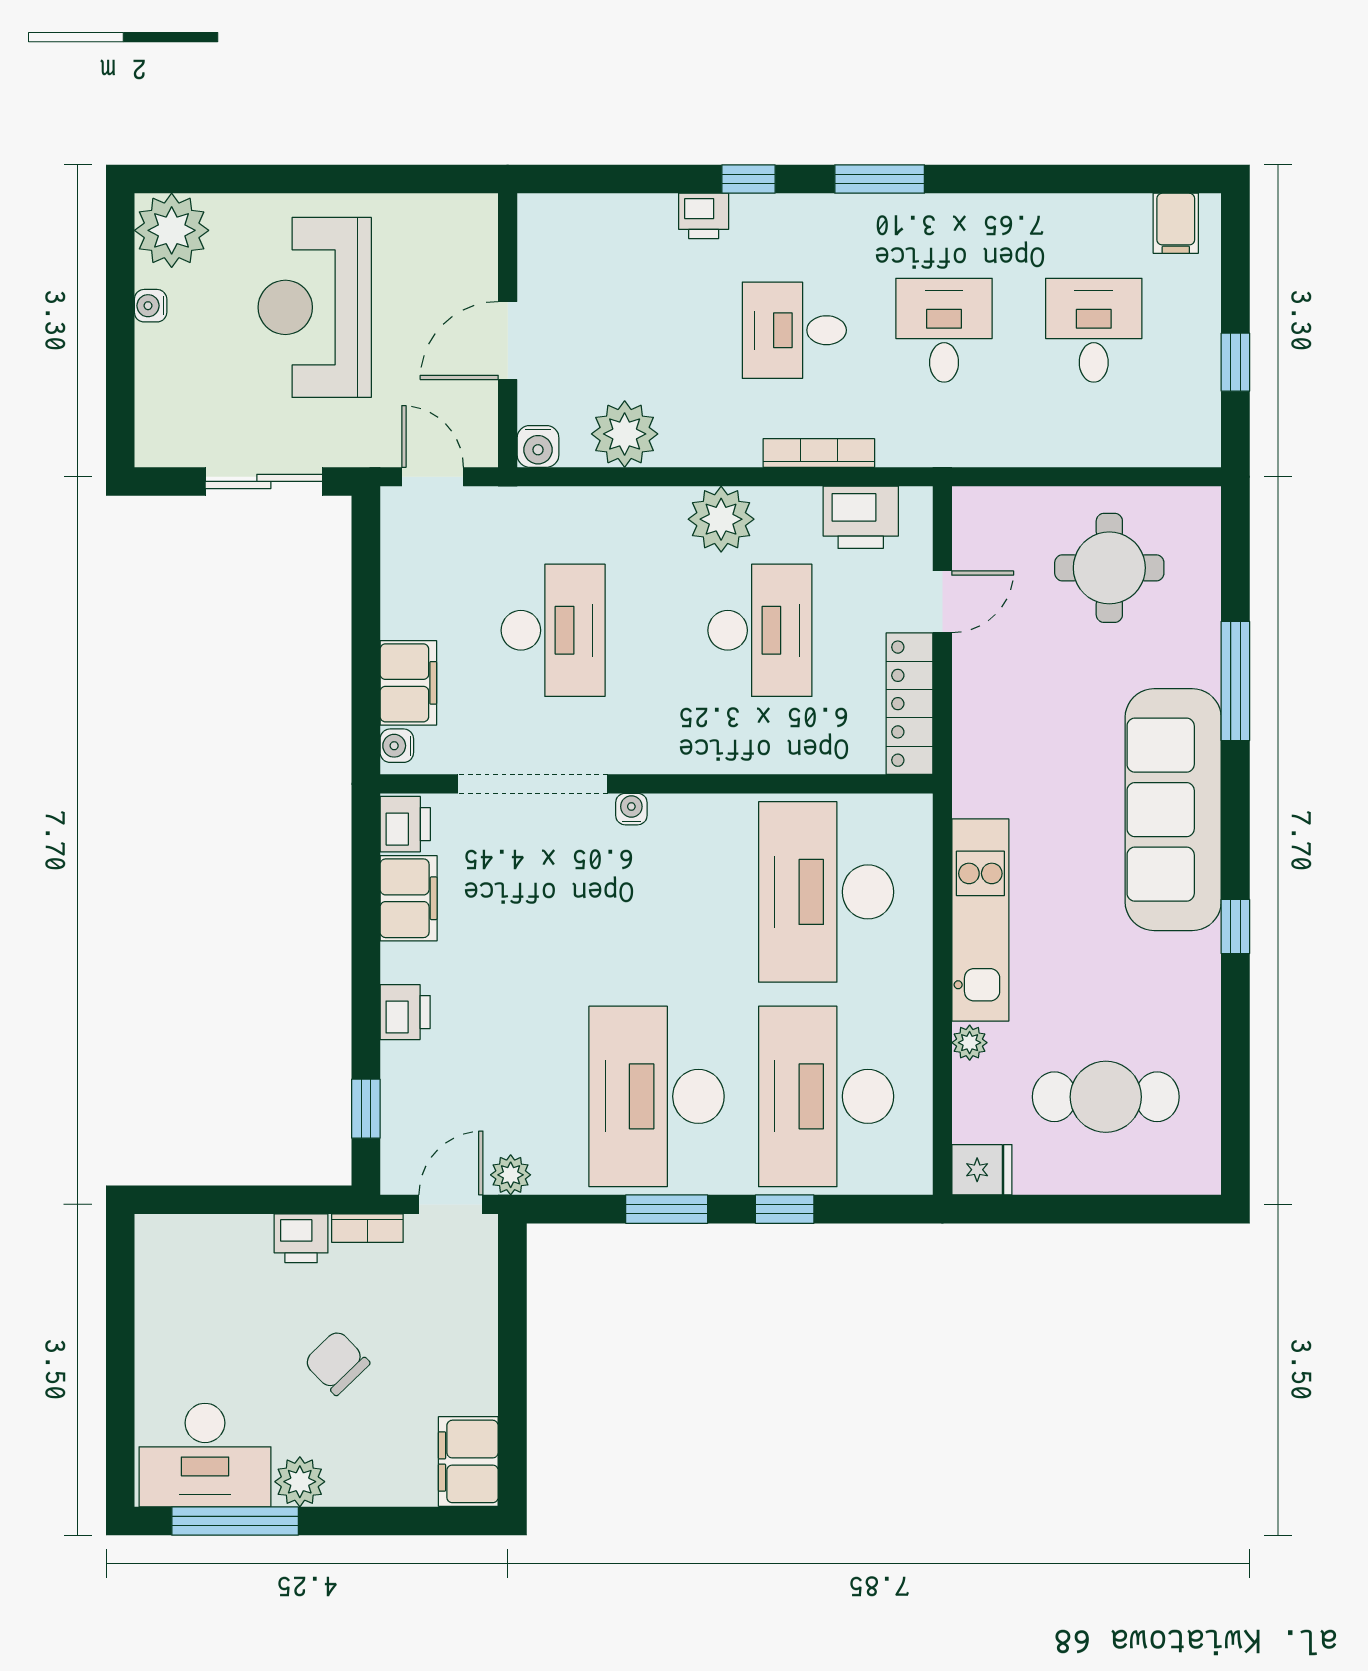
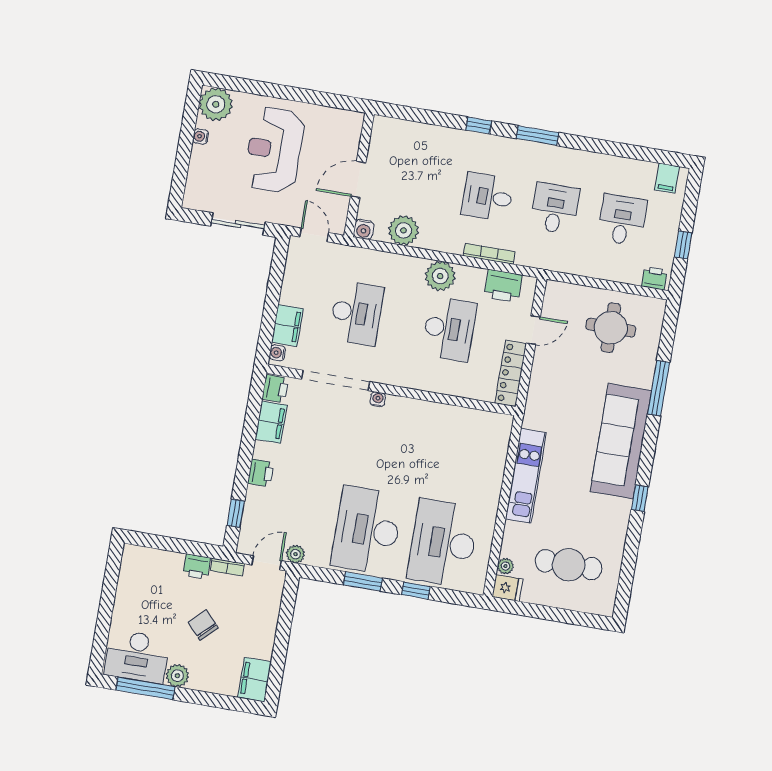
printer: (704, 216) -> (654, 278), moved, turned 180
desk: (826, 892) -> (459, 451), removed
plant: (970, 1043) -> (505, 566), moved

